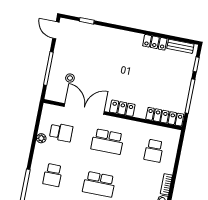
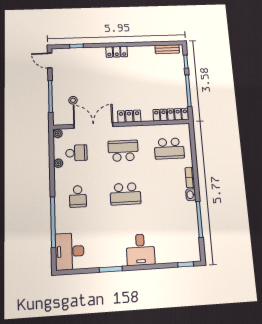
locker: (155, 42) -> (117, 52), moved
plant: (47, 108) -> (58, 133), added
school desk: (107, 142) -> (123, 151), turned 180
school desk: (154, 151) -> (169, 148), width x1.85

